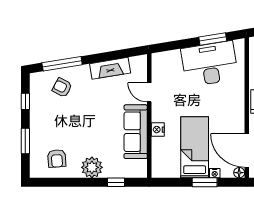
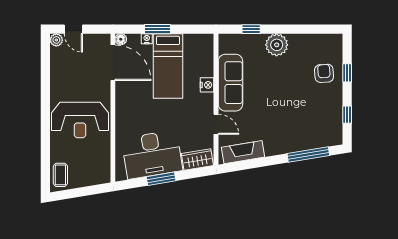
window: (213, 39) -> (161, 179), moved
wardrobe: (167, 59) -> (197, 159), added
fireplace: (110, 68) -> (243, 152), moved
armchair: (62, 88) -> (308, 129), removed
window: (25, 141) -> (347, 73), width x0.67
armchair: (57, 158) -> (324, 73), moved

